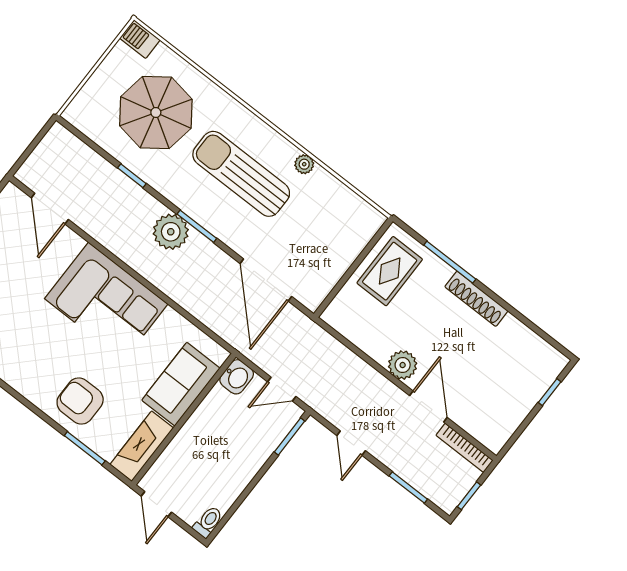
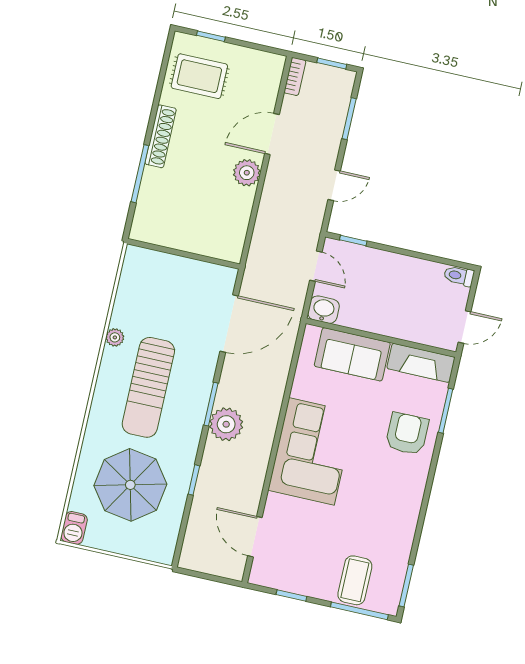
door: (50, 209) -> (255, 537), swing flipped
rug: (390, 271) -> (199, 76), moved
armchair: (80, 401) -> (407, 434), turned 180
window: (290, 437) -> (353, 241), width x0.67
bookcase: (464, 448) -> (295, 76), width x0.64

